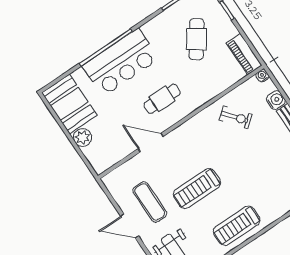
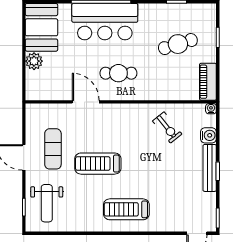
cafe table: (196, 39) -> (178, 44), turned 38
treadmill: (237, 226) -> (126, 209), moved

